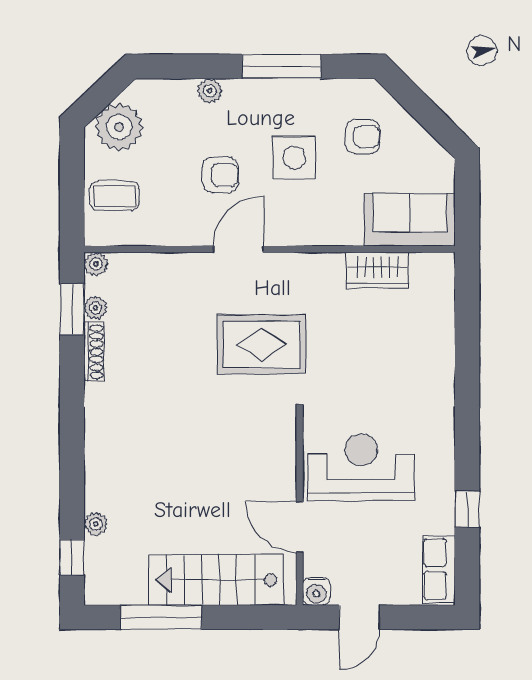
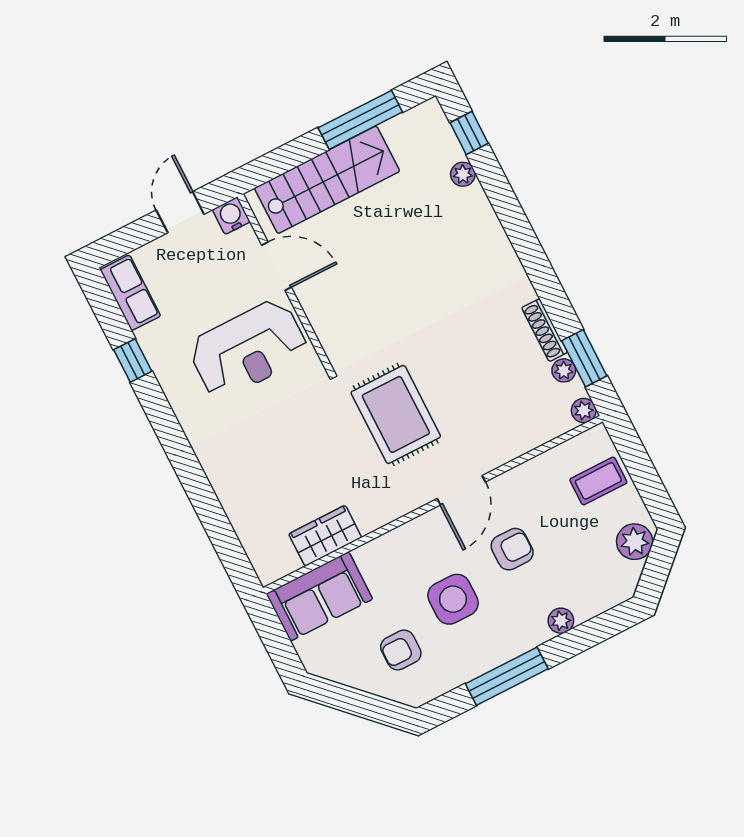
plant: (119, 127) -> (635, 542), width x0.73, depth x0.73
armchair: (220, 175) -> (512, 549), turned 180
rug: (262, 344) -> (396, 414), turned 90

